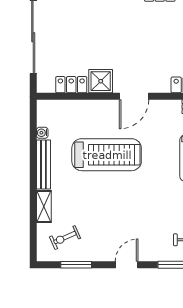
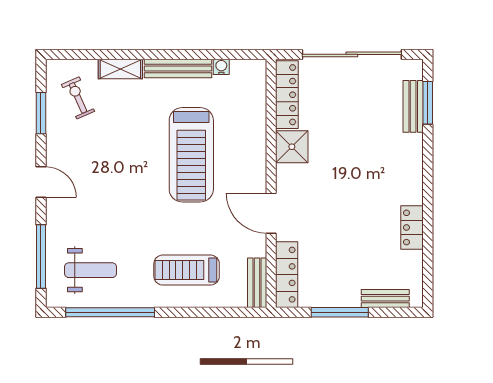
locker: (71, 85) -> (287, 95), width x1.53
door: (134, 96) -> (271, 213), moved

